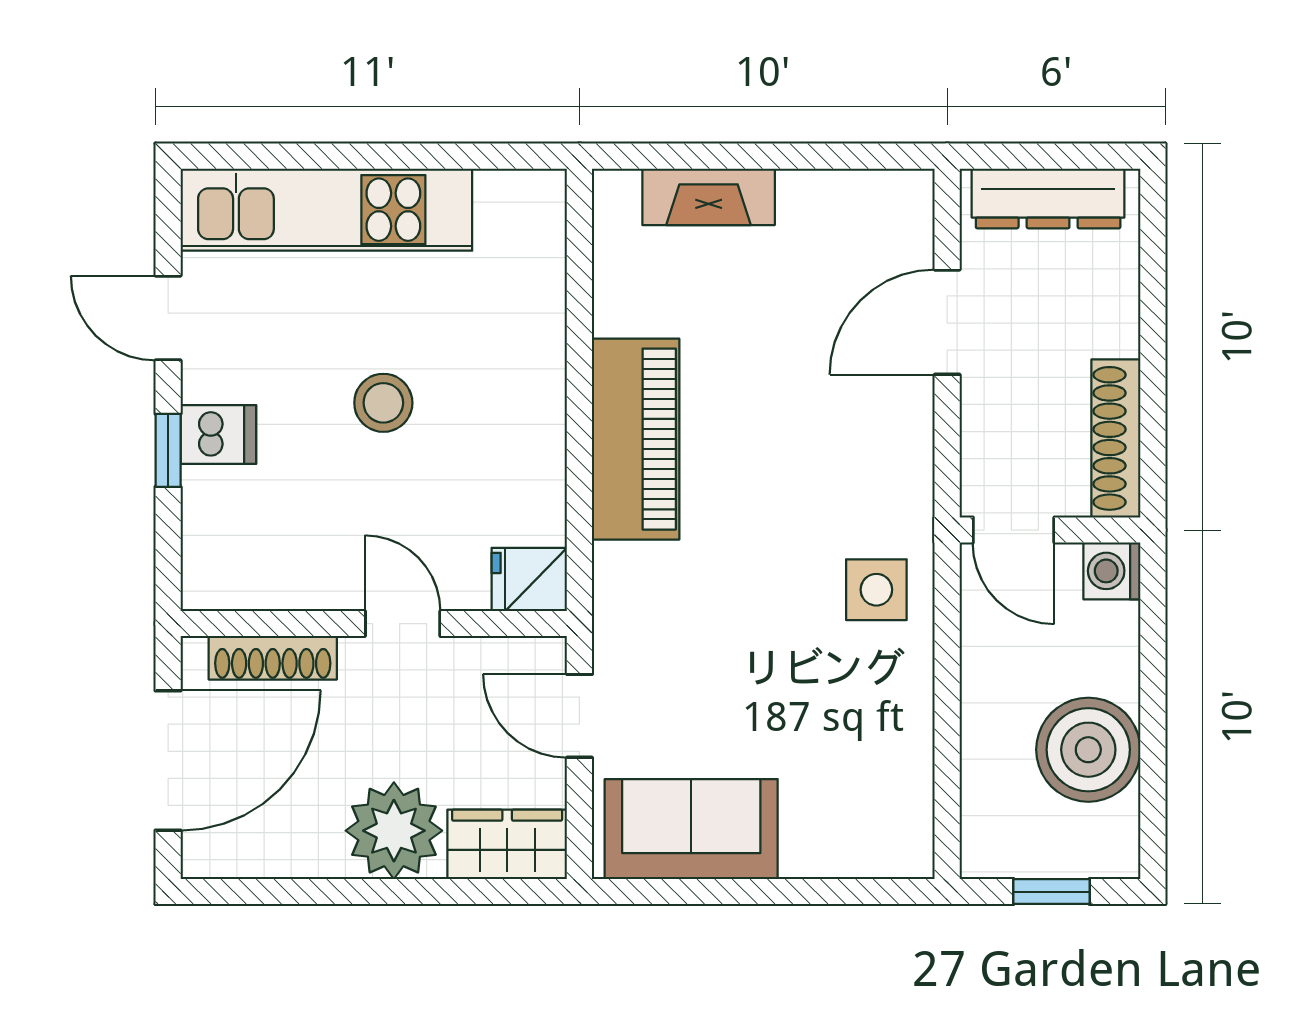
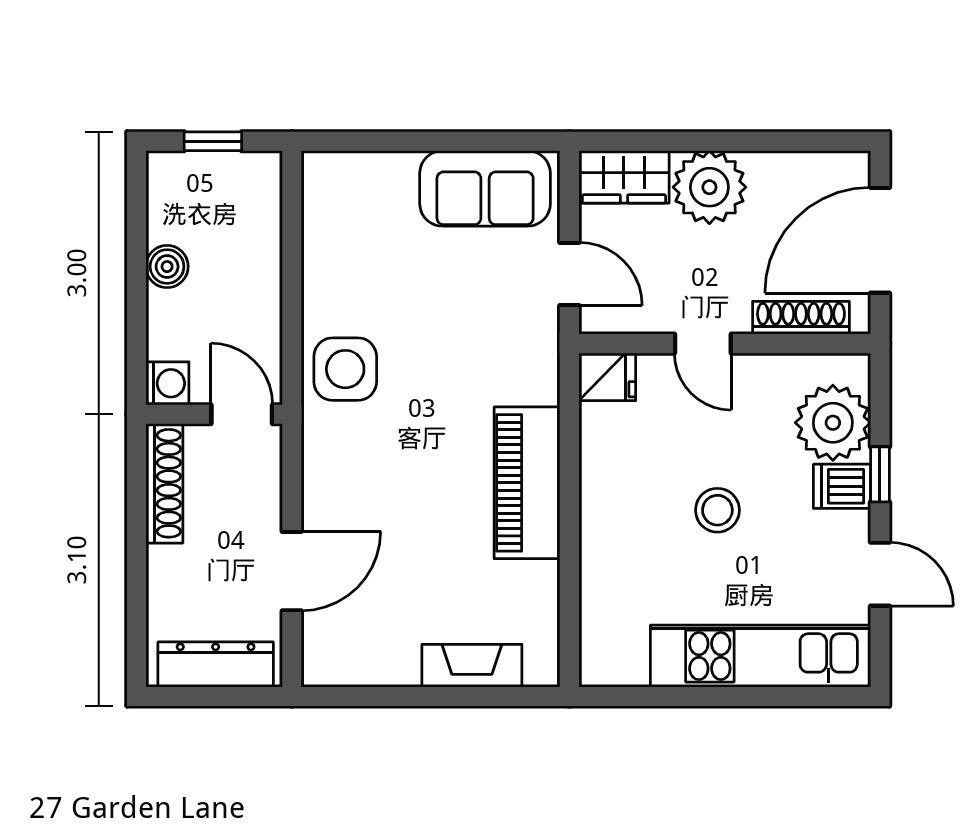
plant: (230, 519) -> (833, 423), added
side table: (876, 590) -> (345, 369), width x1.37, depth x1.37
boiler: (1088, 750) -> (167, 267), width x0.54, depth x0.54

